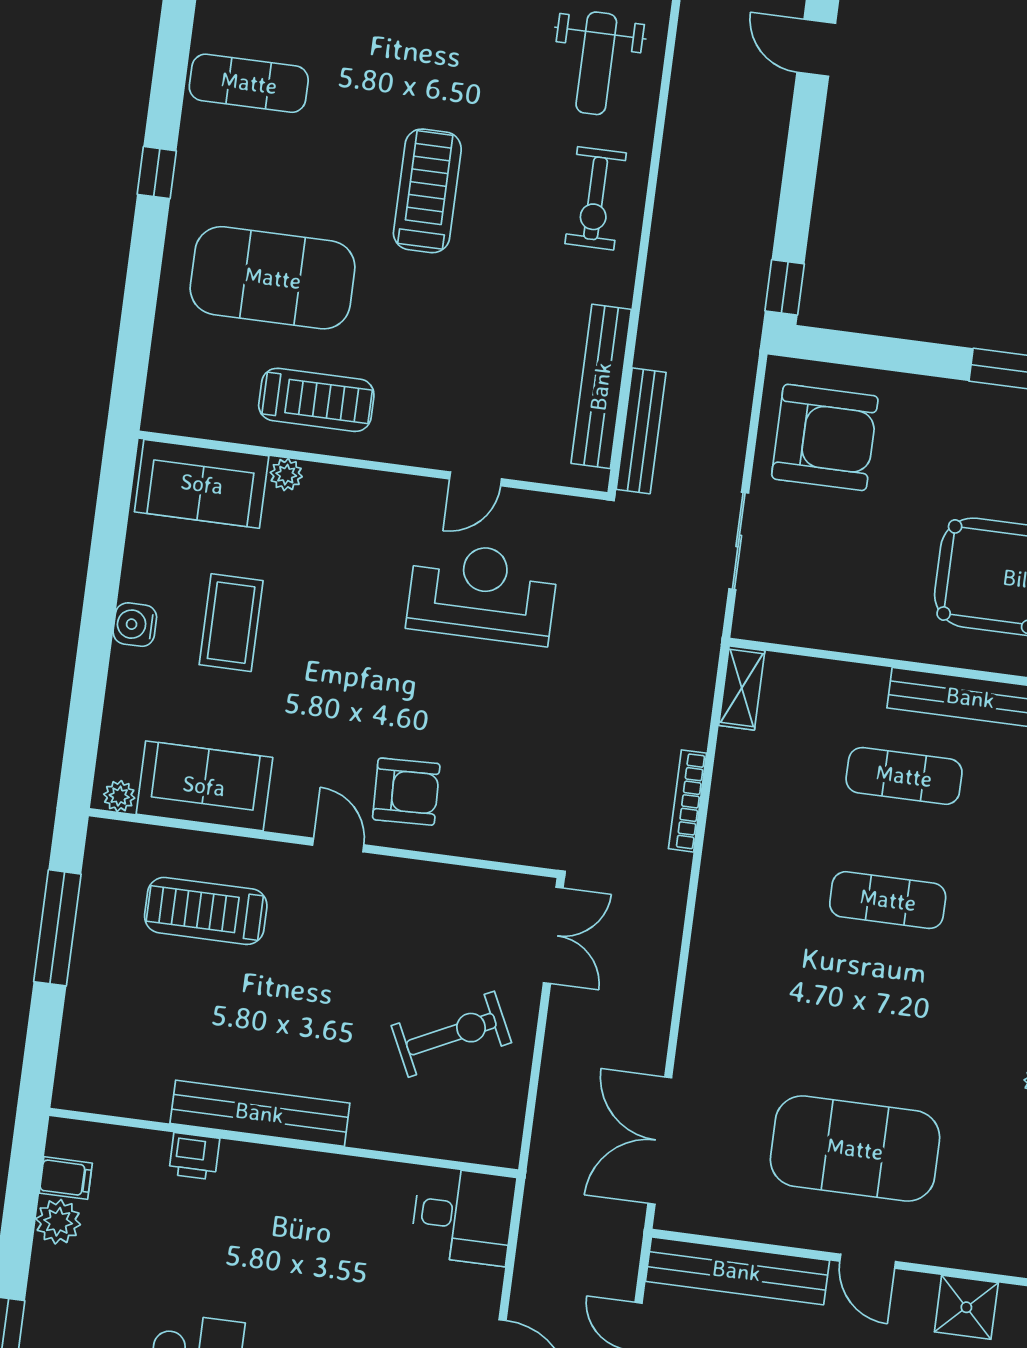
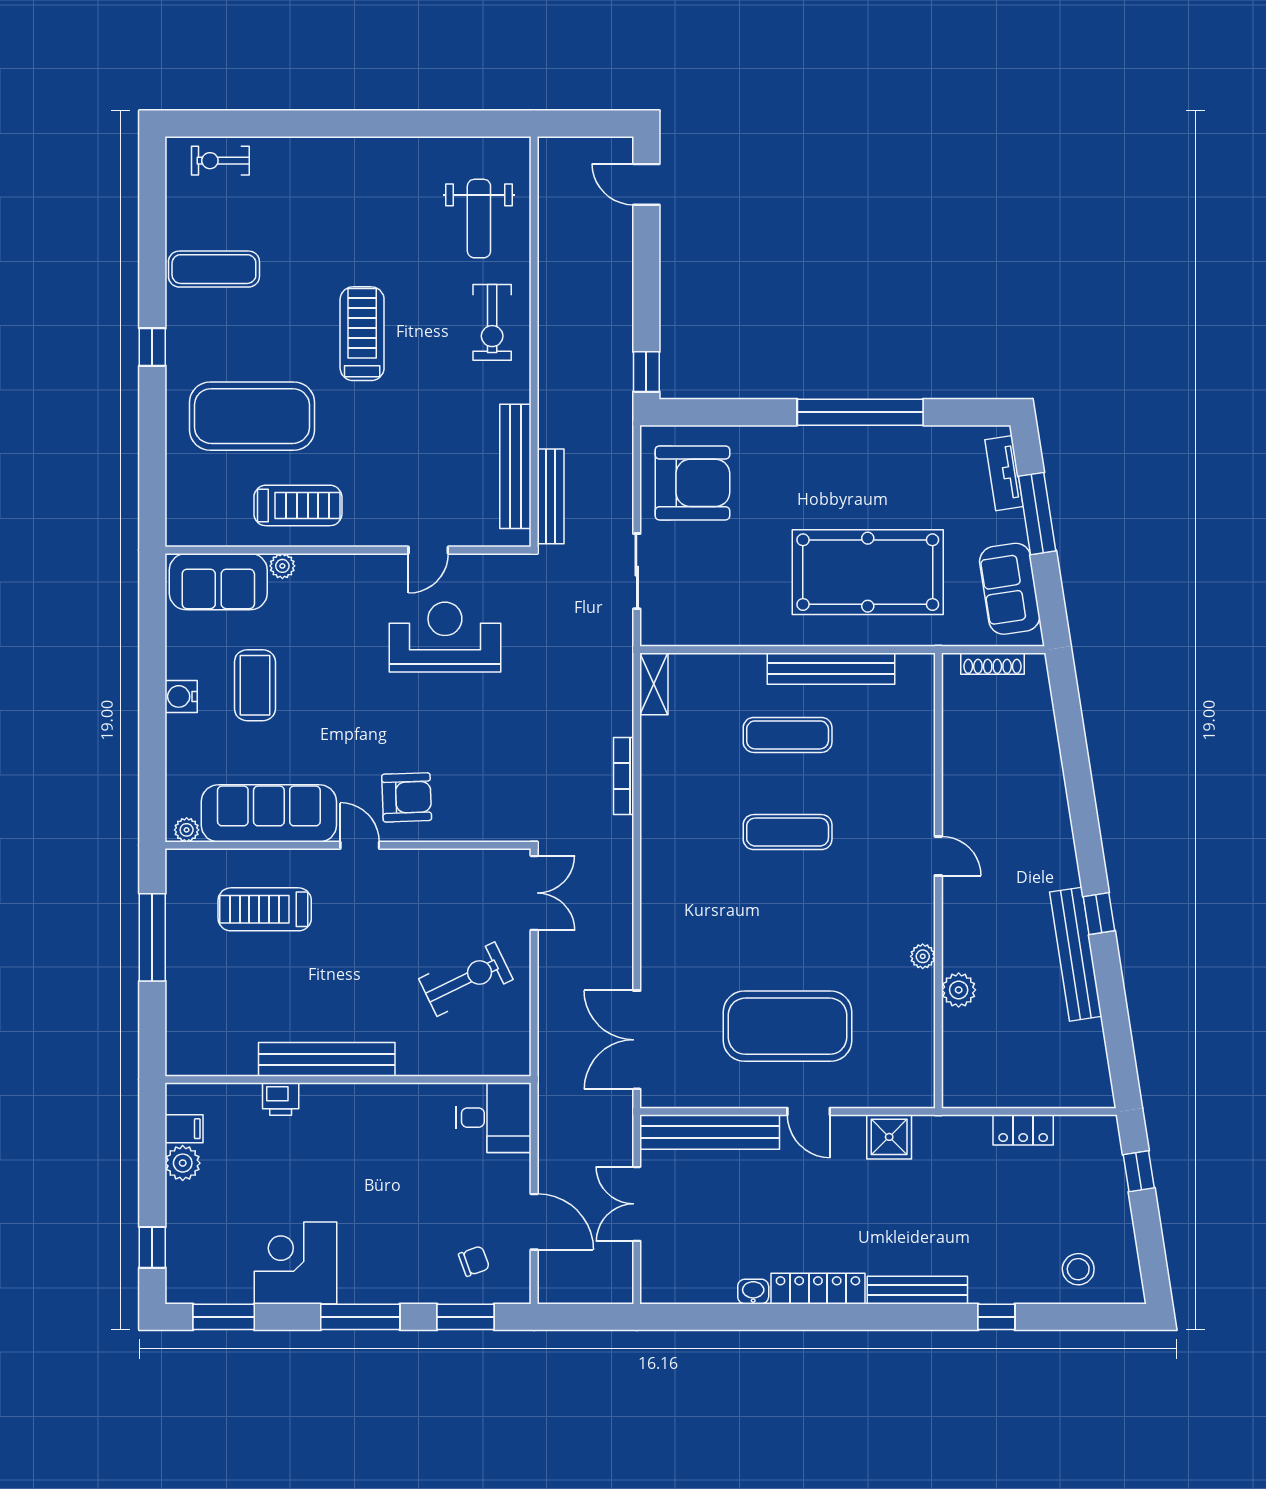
sofa: (204, 786) -> (269, 813), width x1.36

